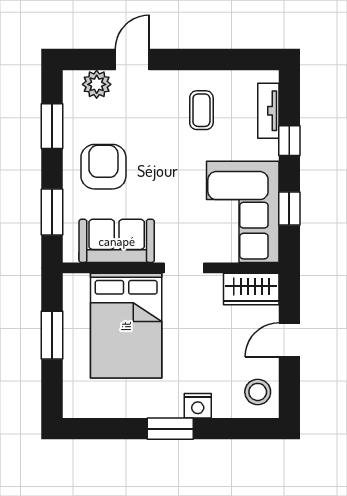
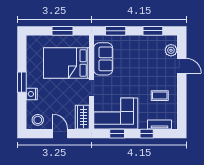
armchair: (103, 167) -> (135, 53), removed

